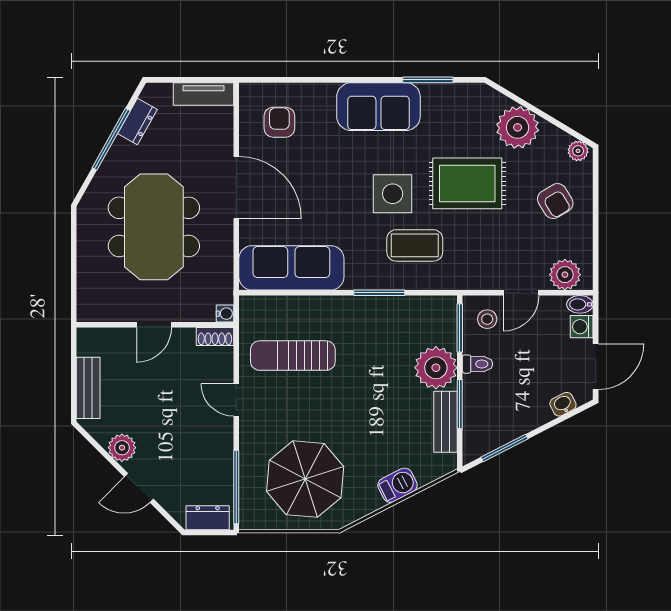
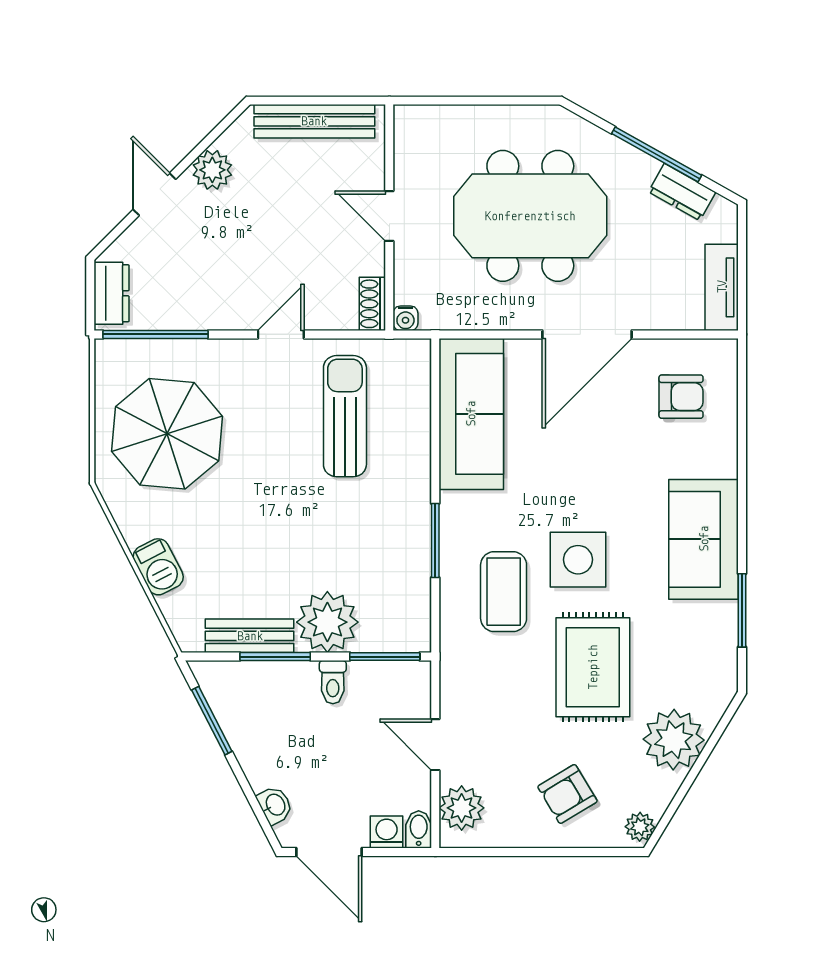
stool: (487, 319) -> (397, 696), removed
bench: (88, 388) -> (314, 121), width x1.36

